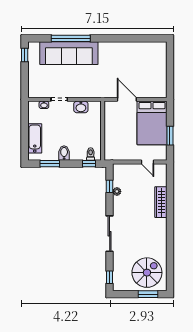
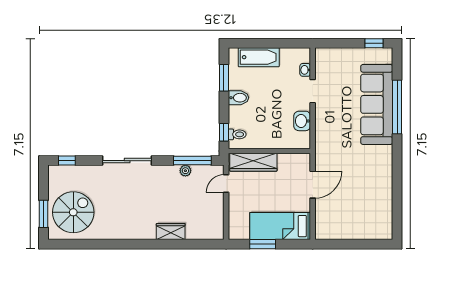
bed: (152, 123) -> (280, 226), width x0.67
wardrobe: (111, 142) -> (253, 162), added
door: (147, 162) -> (226, 184), moved
window: (110, 186) -> (192, 161), width x2.17
wardrobe: (161, 202) -> (171, 231), width x0.67
spiral stairs: (147, 273) -> (73, 212), turned -90

